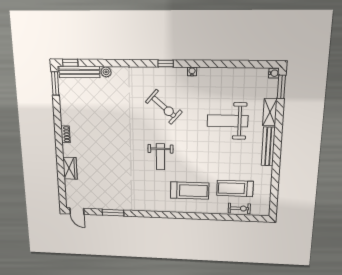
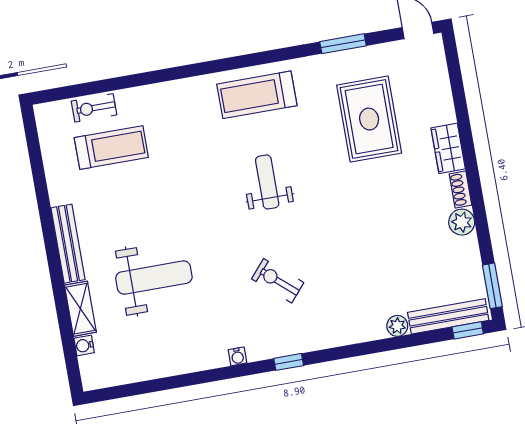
water cooler: (274, 73) -> (84, 345), moved
window: (281, 87) -> (71, 359), removed
exercise bike: (164, 107) -> (278, 281), width x0.73, depth x0.72
plant: (67, 118) -> (462, 222), added
wardrobe: (70, 168) -> (448, 148), moved
rug: (106, 176) -> (369, 119), added
treadmill: (190, 191) -> (257, 95), moved

